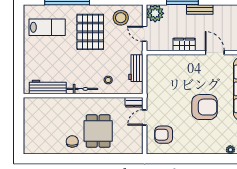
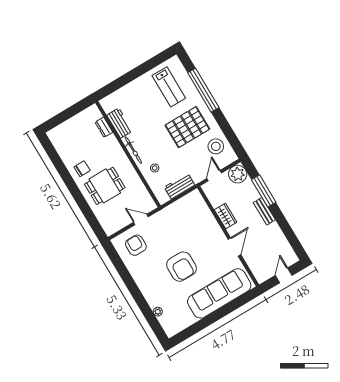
workbench: (48, 87) -> (120, 123), width x0.73
dresser: (134, 102) -> (104, 127), moved

